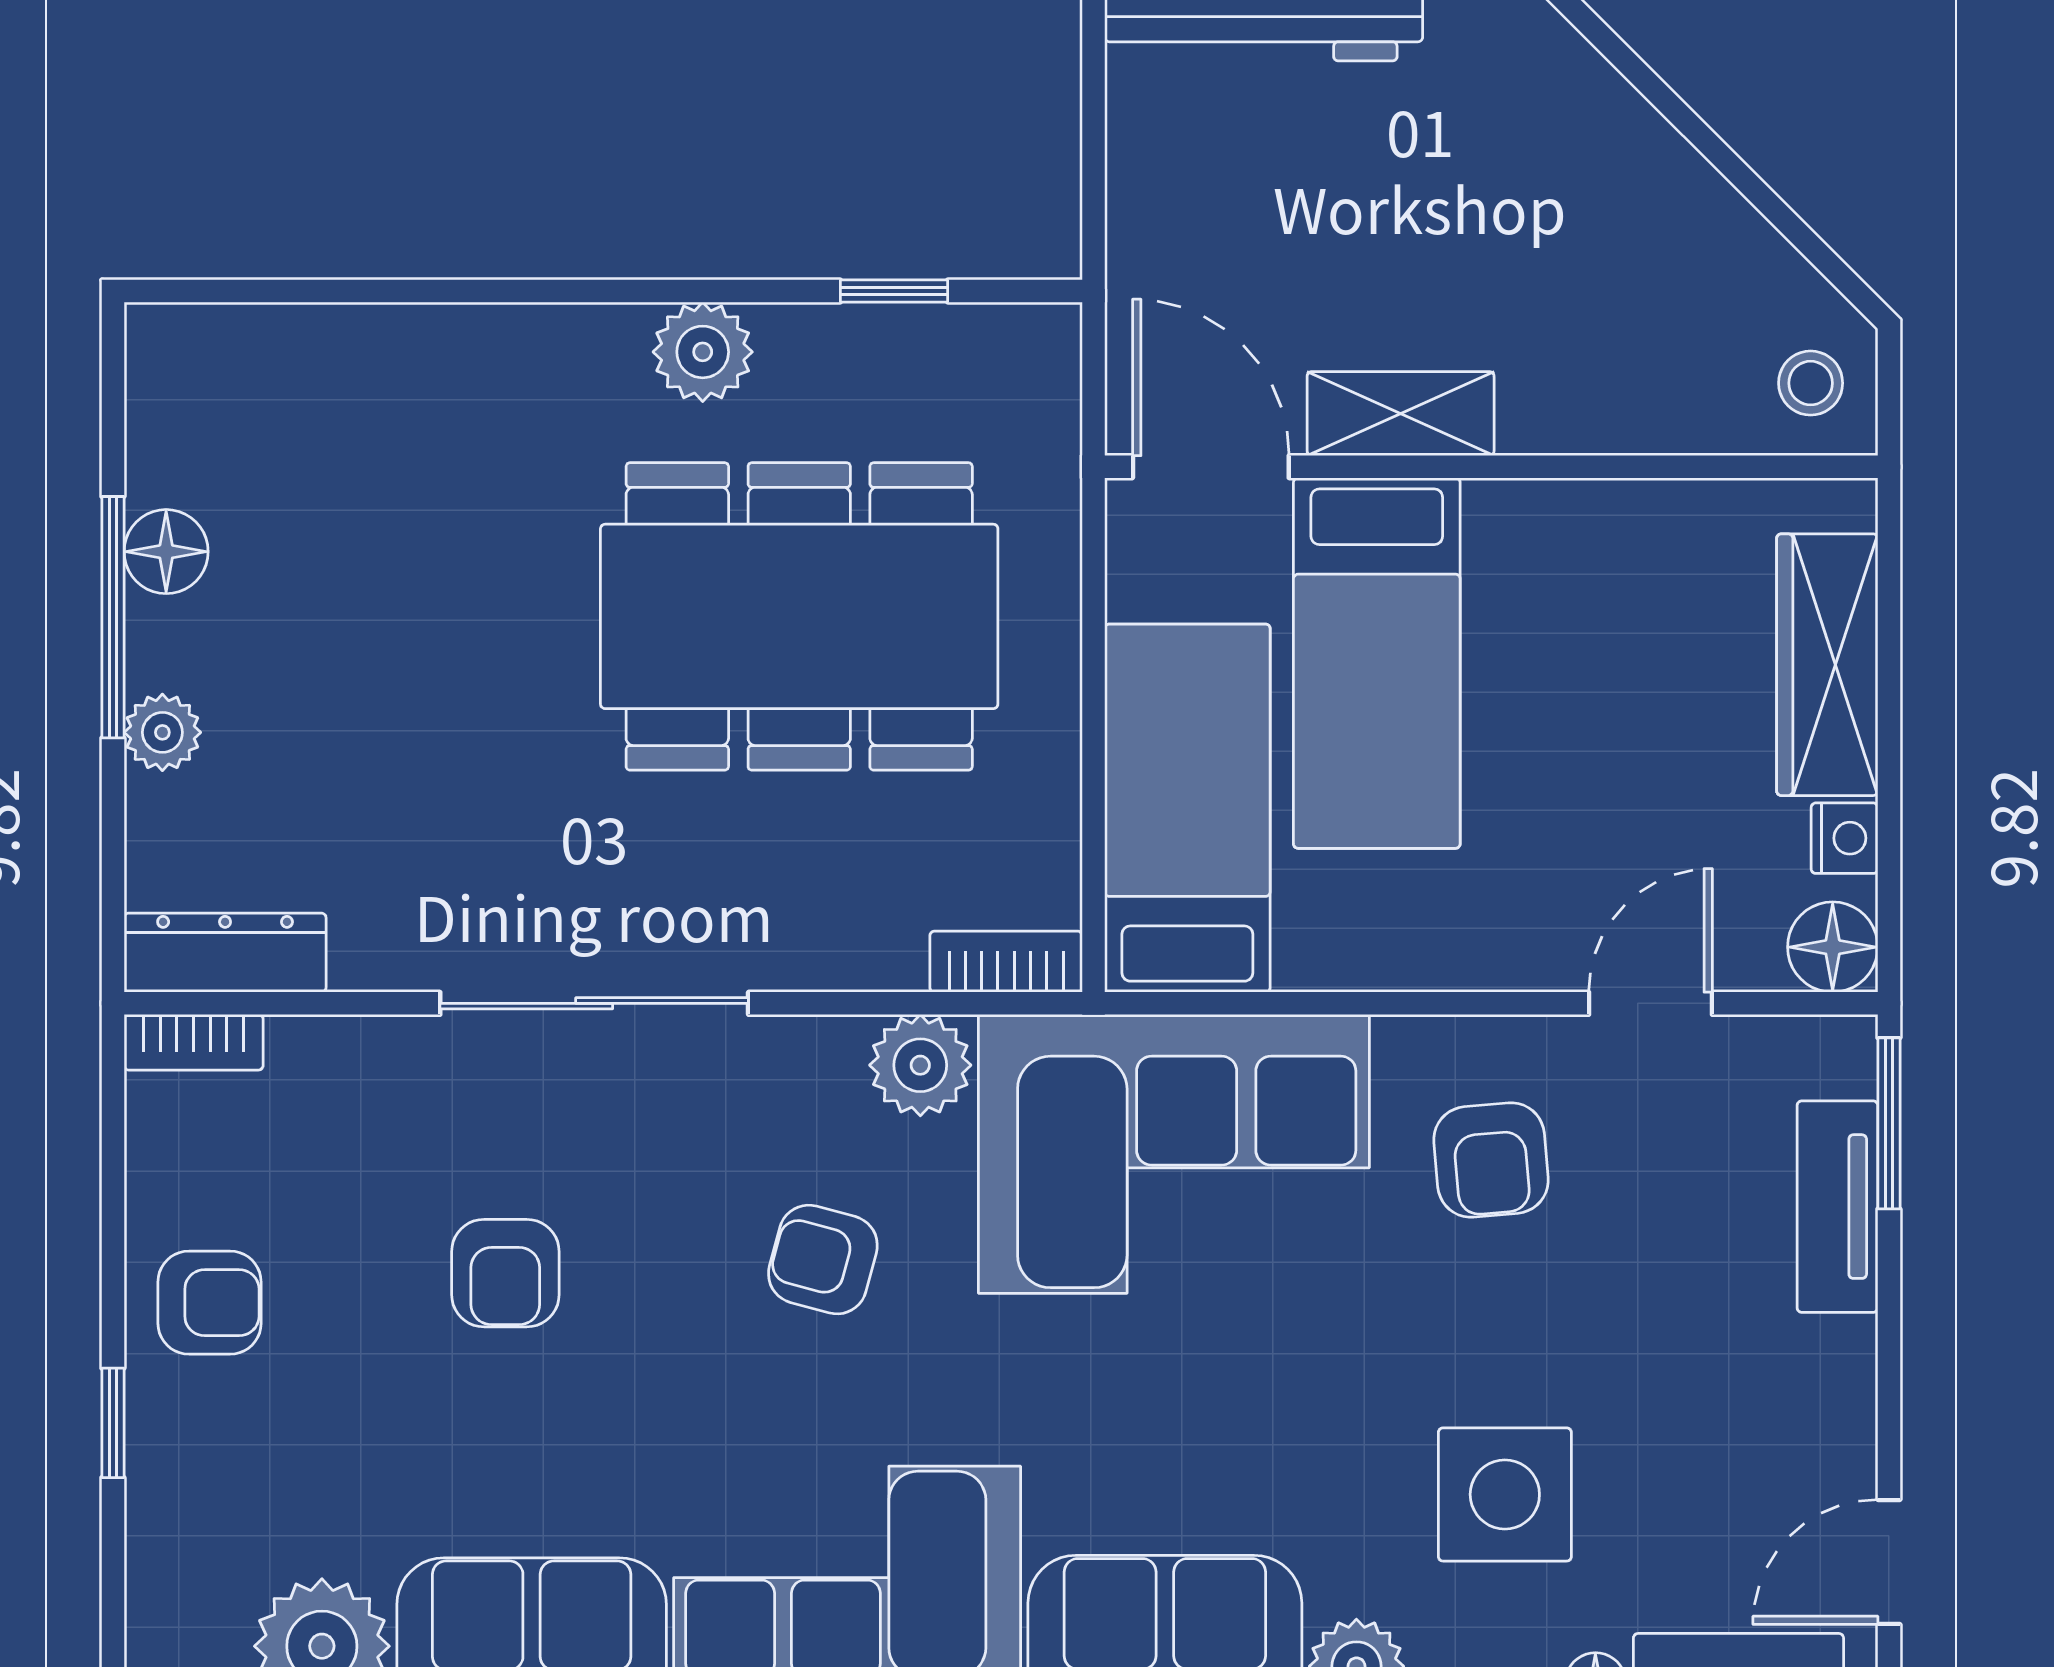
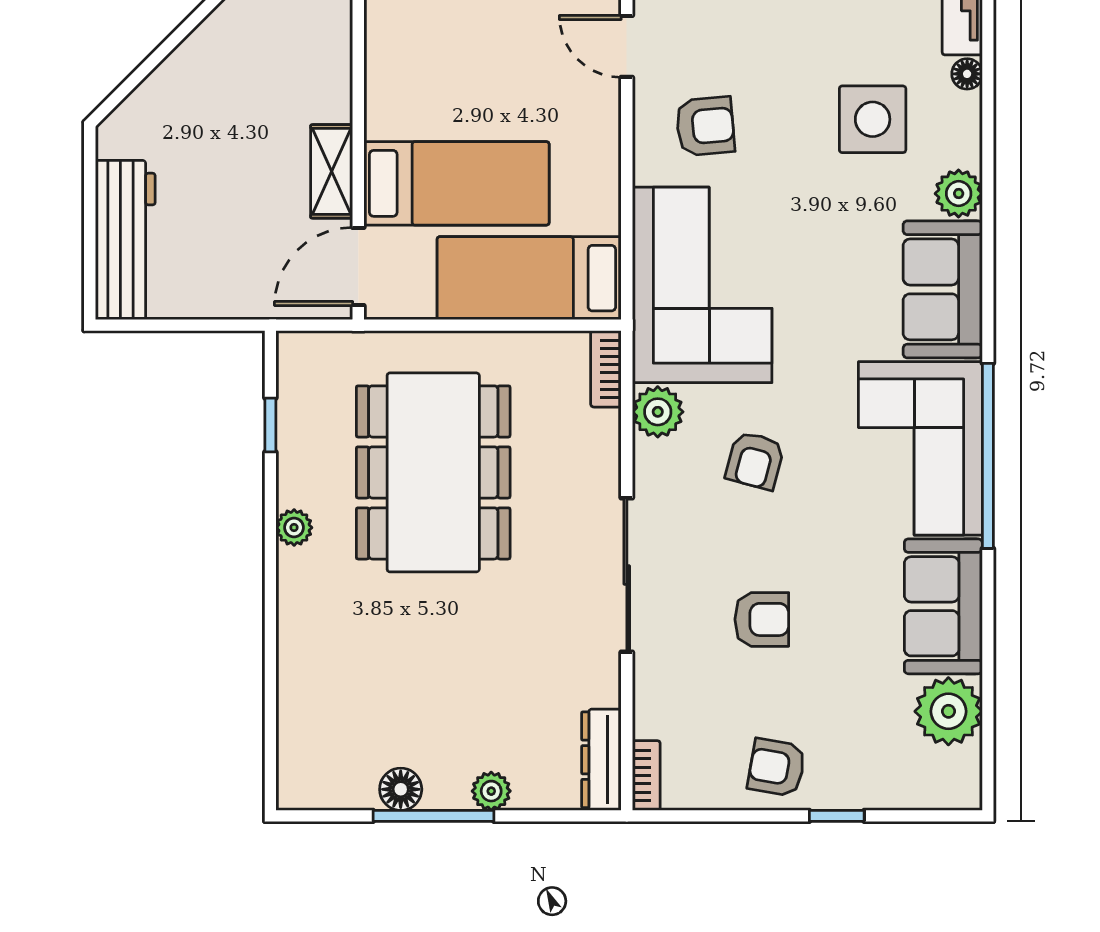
plant: (703, 352) -> (294, 528), width x0.73, depth x0.73
armchair: (210, 1303) -> (777, 768), turned -80

